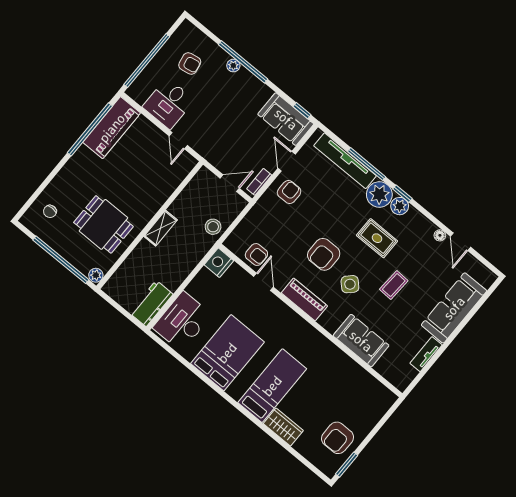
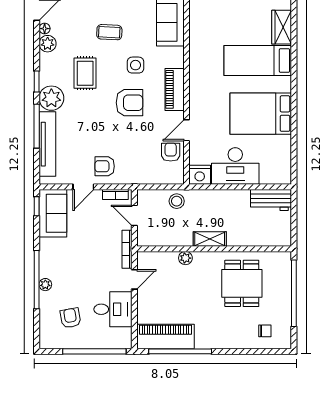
bookcase: (207, 155) -> (127, 249), added
plant: (400, 206) -> (48, 44), moved
plant: (96, 275) -> (185, 258), moved
side table: (350, 284) -> (135, 65), turned 45
desk: (182, 321) -> (235, 166), moved

